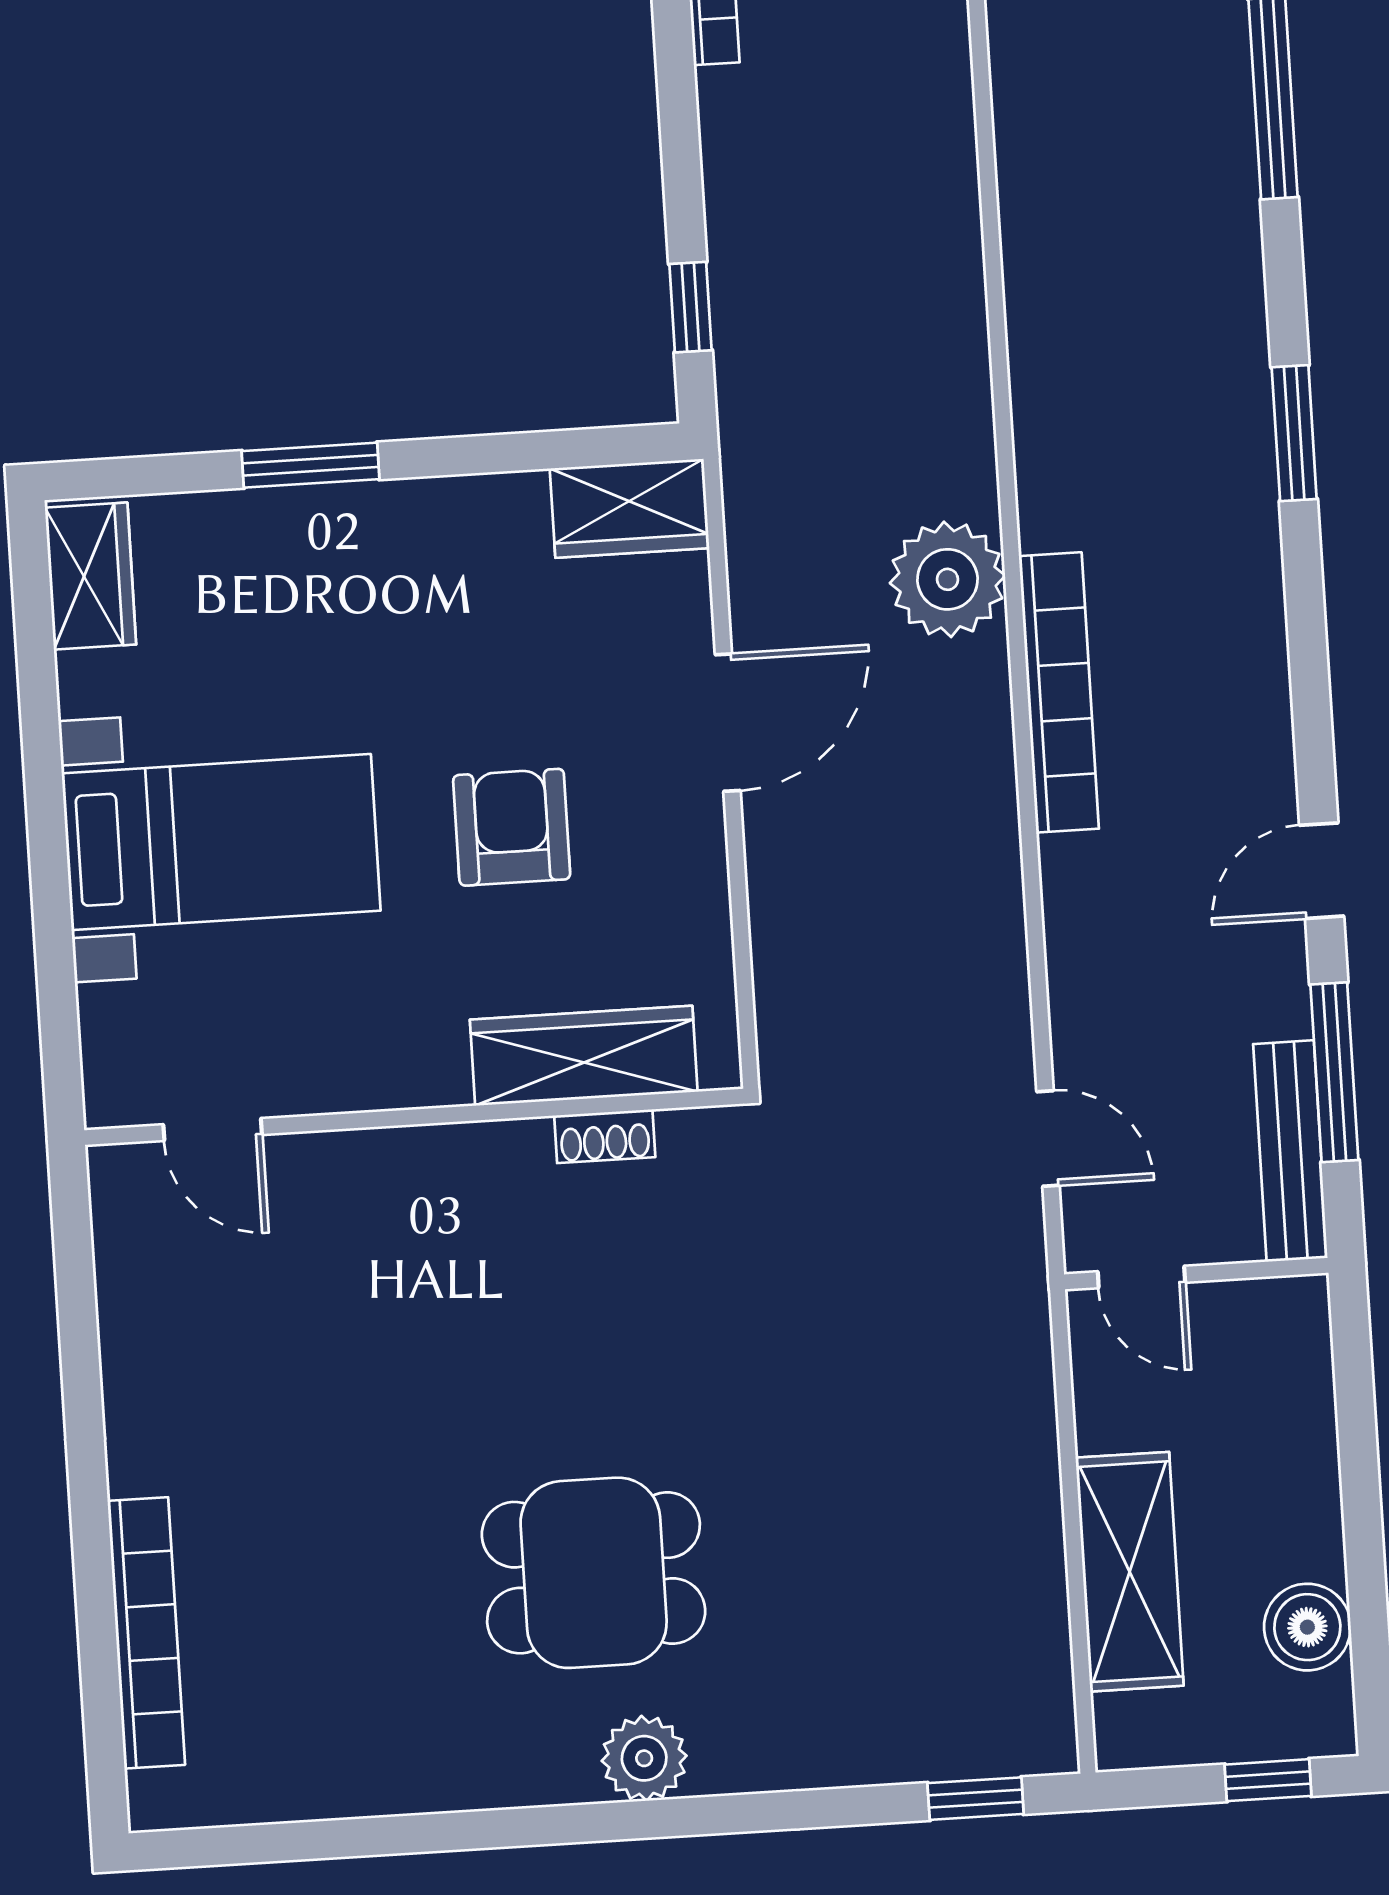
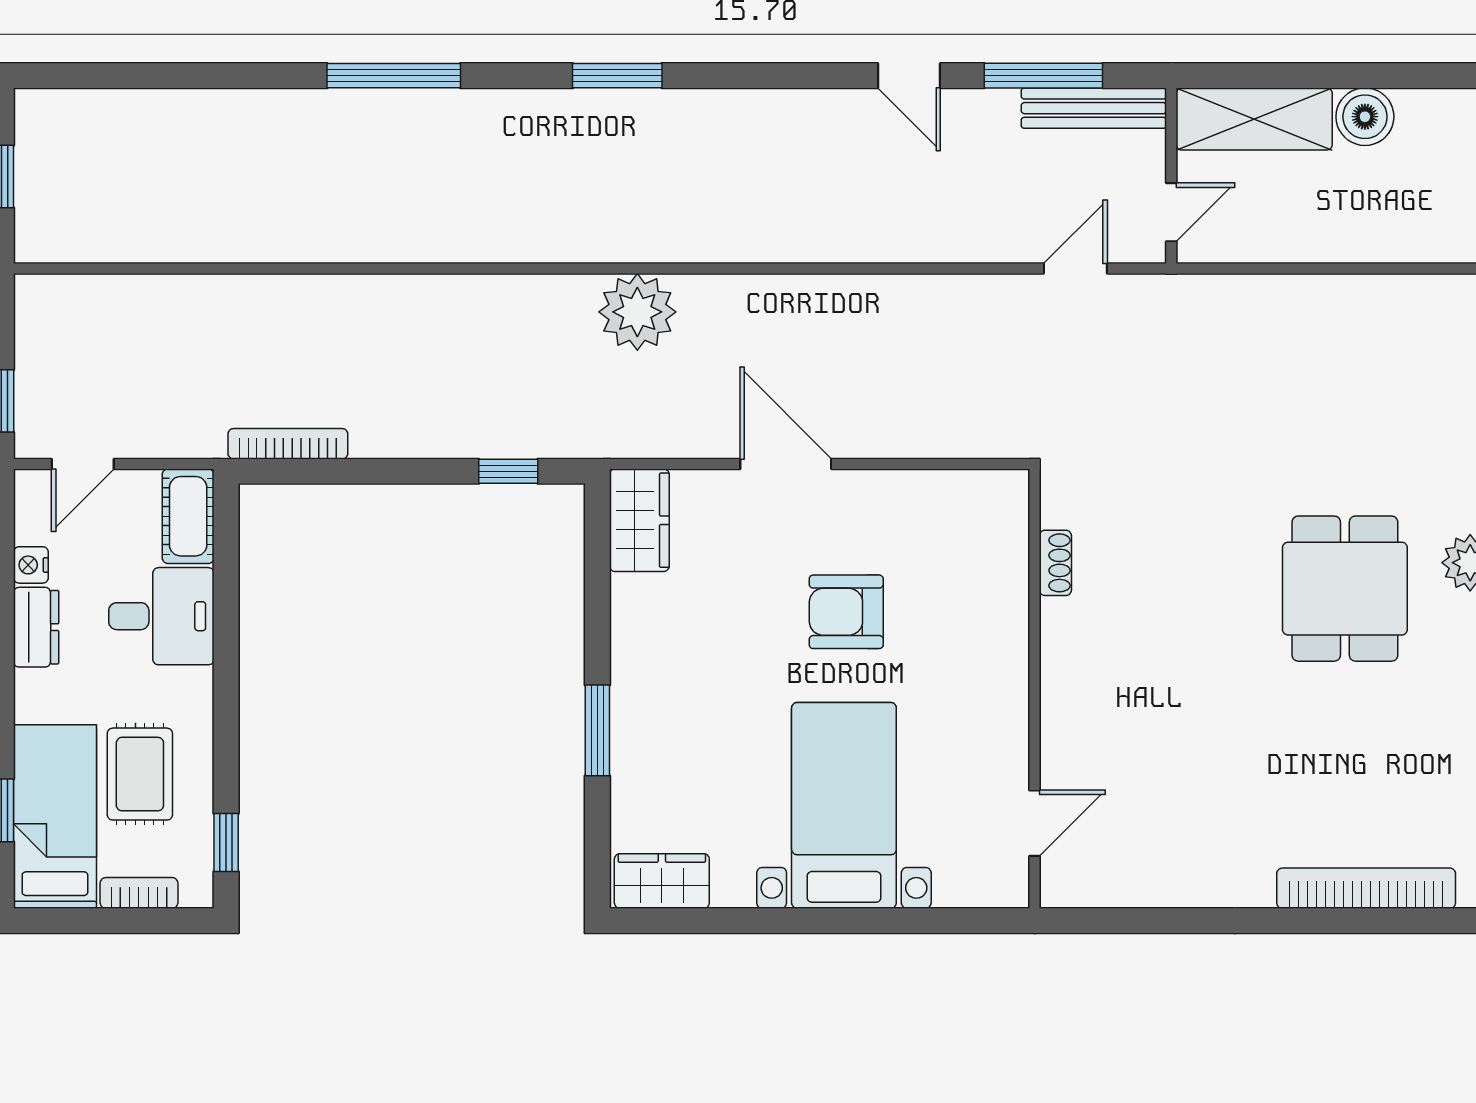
plant: (948, 579) -> (637, 312), moved
bookcase: (1059, 692) -> (780, 243), removed
wardrobe: (584, 1056) -> (1001, 573), removed
shelving: (1130, 1572) -> (1254, 119), moved
boiler: (1307, 1627) -> (1365, 117), moved

